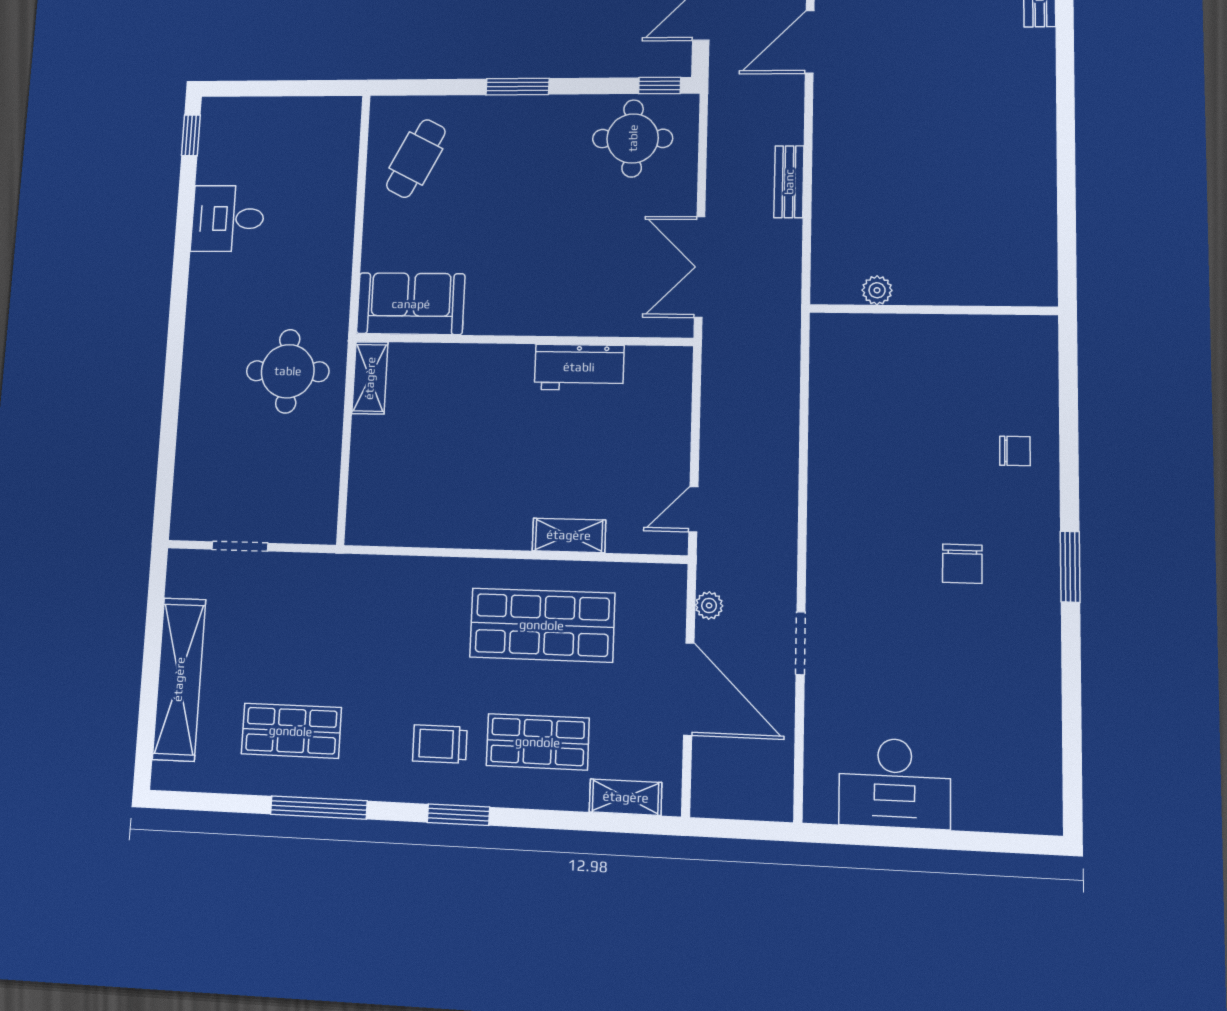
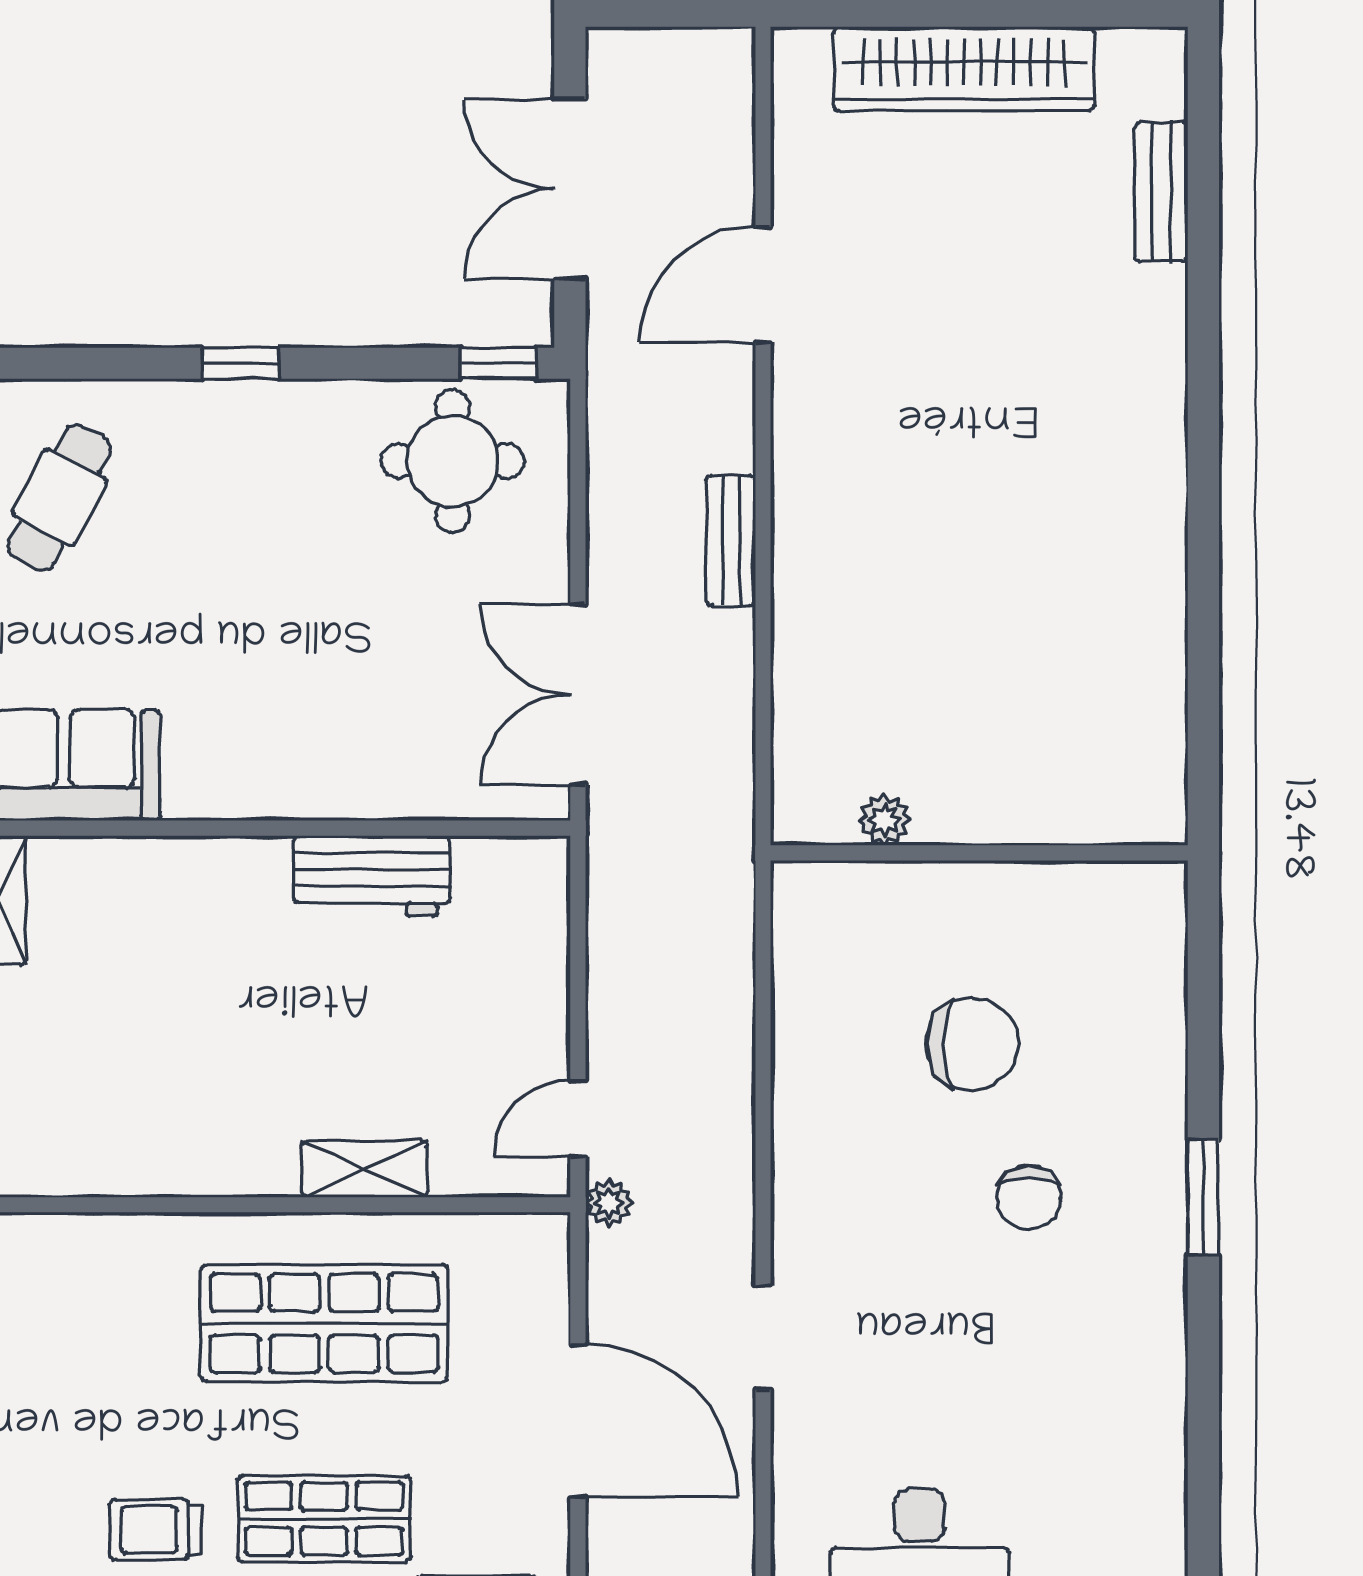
window: (518, 87) -> (241, 363), width x0.67
plant: (877, 290) -> (885, 820), moved
wall: (933, 310) -> (979, 853), moved
chair: (1015, 451) -> (972, 1044), moved, width x1.87, depth x1.87
plant: (709, 605) -> (609, 1203), moved

